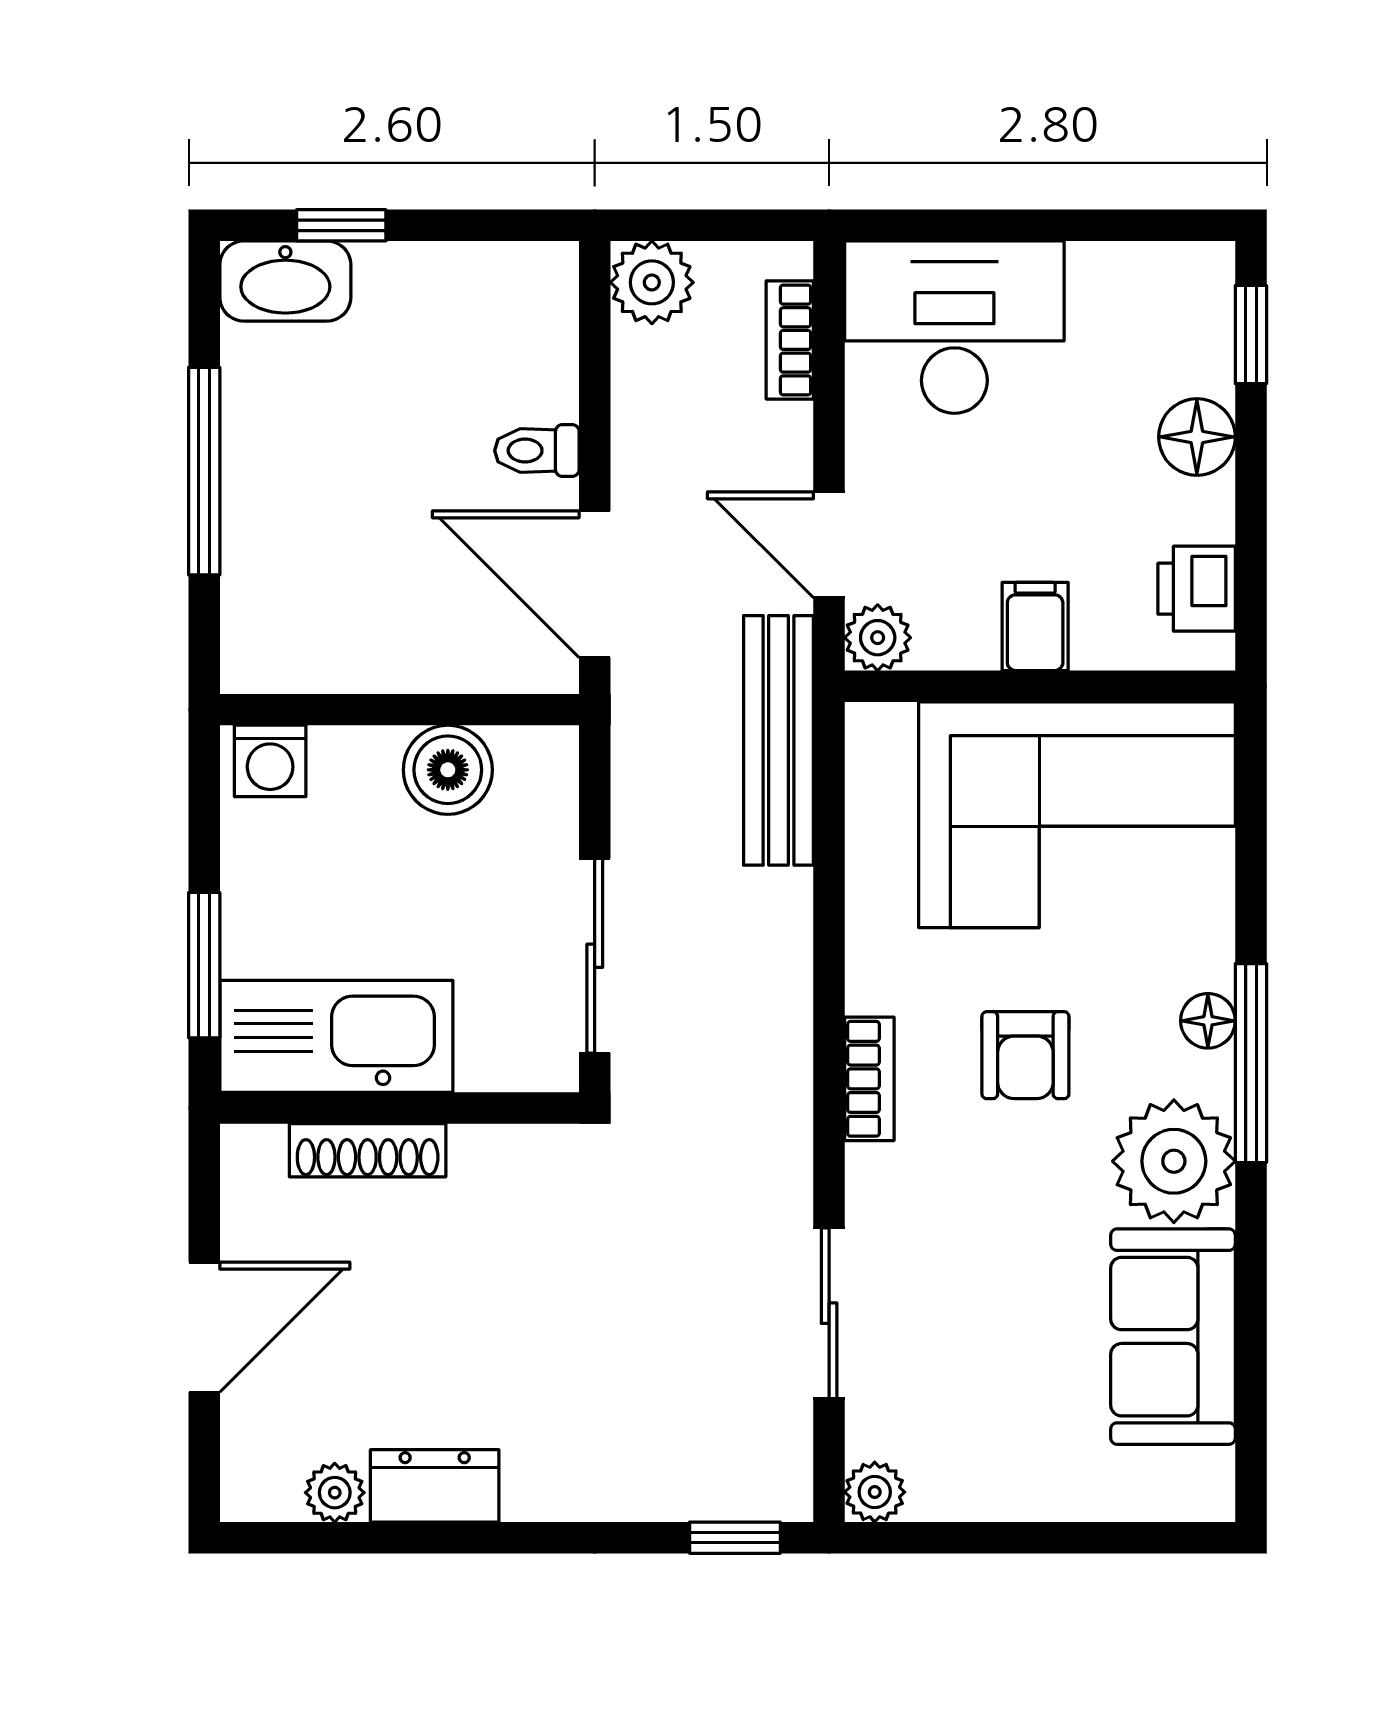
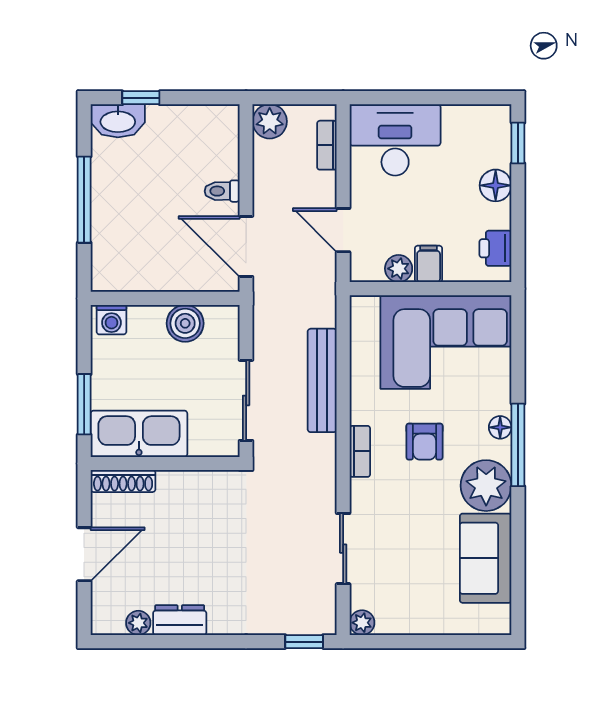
plant: (878, 638) -> (399, 269), moved
bench: (779, 740) -> (322, 380), moved
shoe rack: (368, 1150) -> (123, 481), moved

